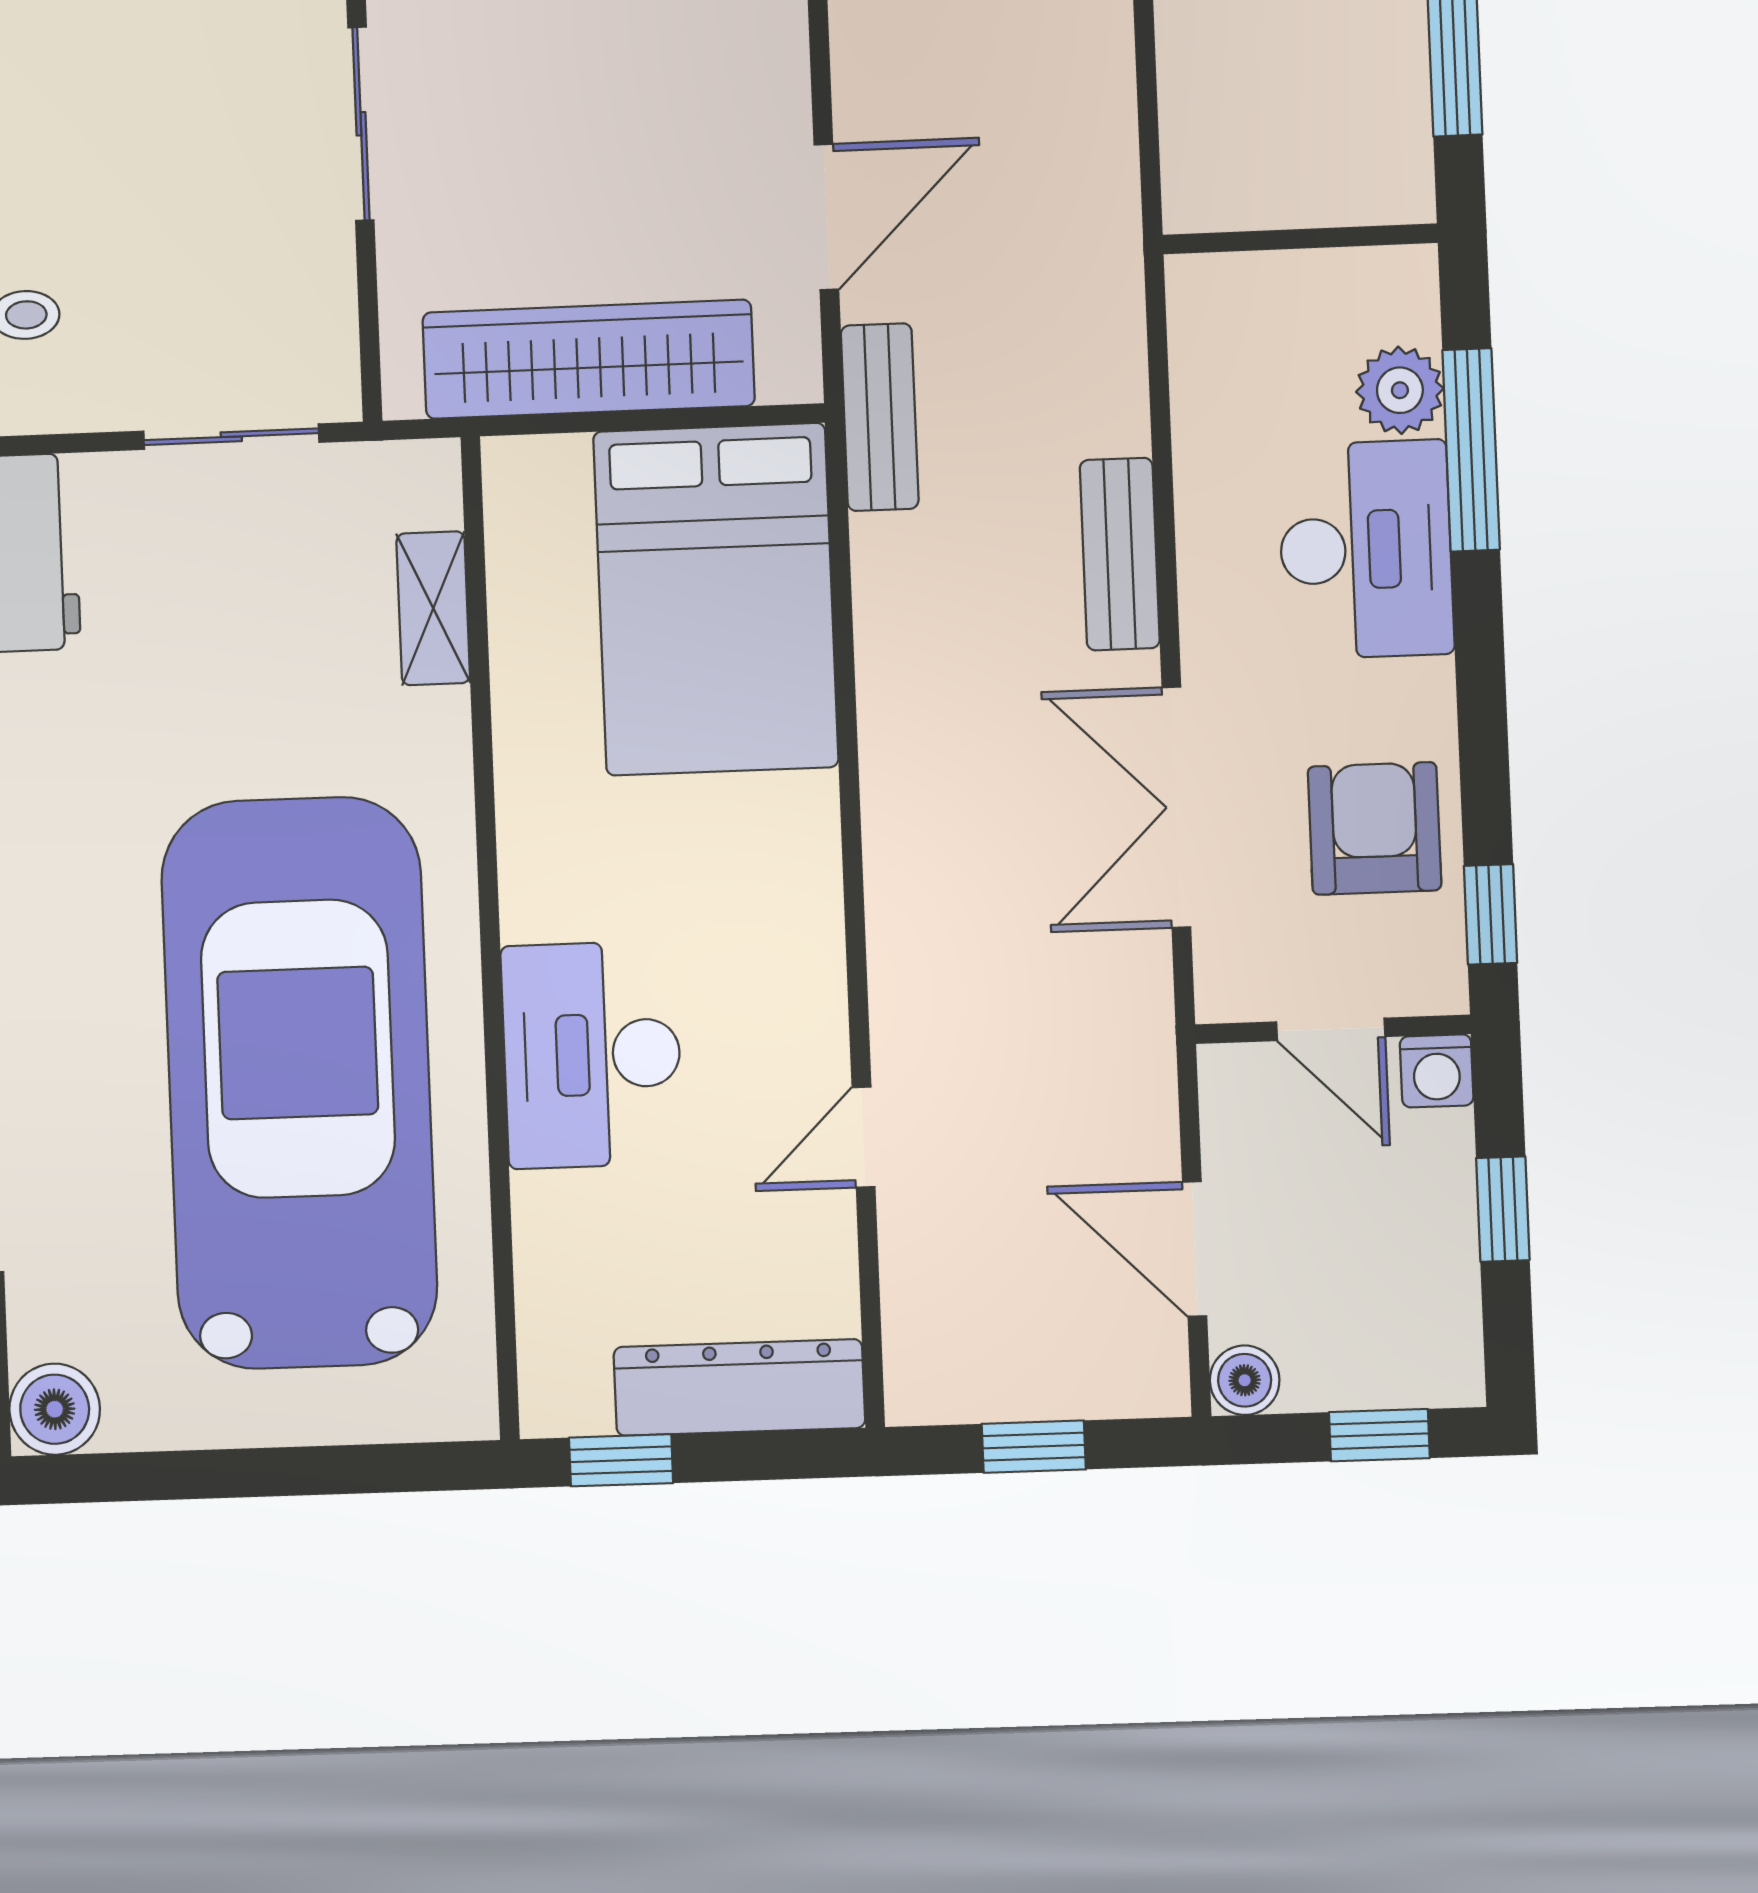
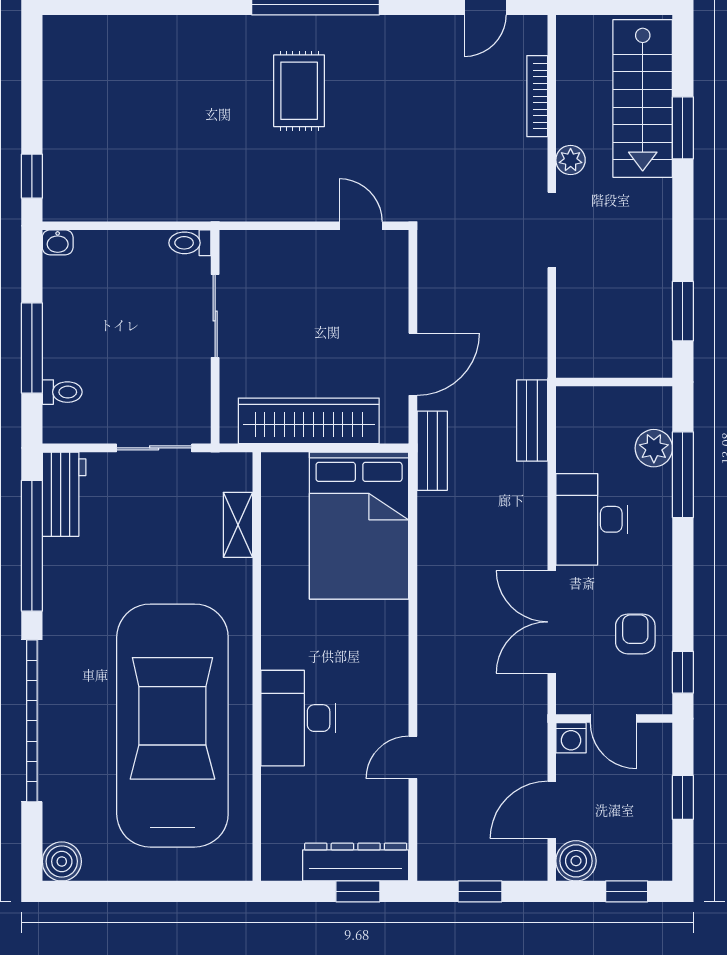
desk: (1366, 550) -> (592, 519), moved, turned 180
bench: (1120, 554) -> (532, 421), moved
armchair: (1374, 828) -> (635, 634), width x0.72, depth x0.72
washing machine: (1437, 1071) -> (571, 738), moved
door: (1195, 1249) -> (552, 810), hinge flipped
boiler: (1245, 1380) -> (576, 861), width x1.36, depth x1.36
window: (621, 1460) -> (358, 891), moved

